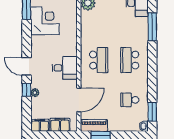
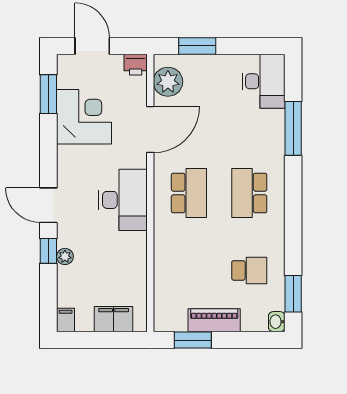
desk: (65, 68) -> (123, 200), width x1.37
door: (79, 100) -> (150, 129), moved
school desk: (130, 100) -> (249, 270), turned 180
filing cabinet: (40, 125) -> (66, 320), width x0.50
piano: (94, 125) -> (214, 320), moved

